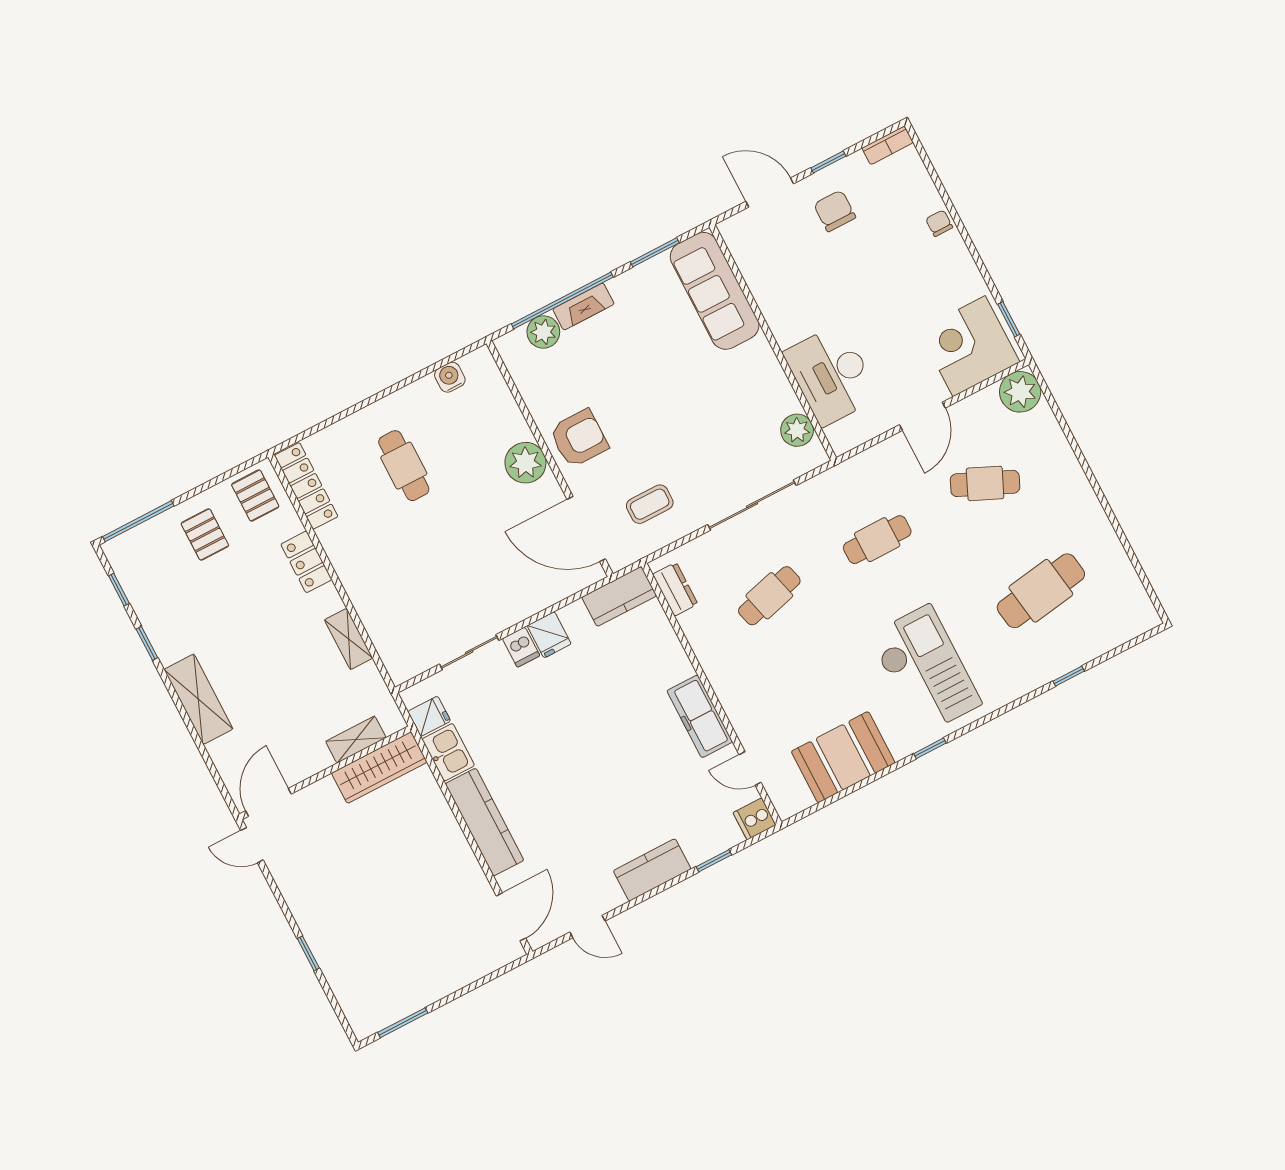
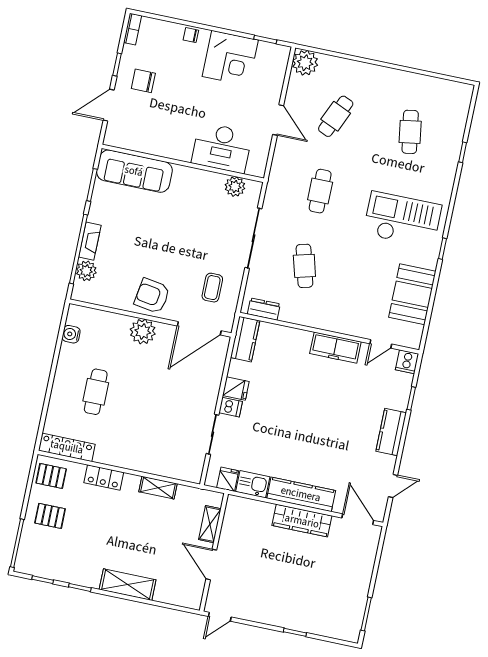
corner desk: (969, 346) -> (230, 58), moved, turned -90
armchair: (579, 438) -> (152, 296), turned -81
cafe table: (404, 466) -> (96, 392), turned 90
cafe table: (1041, 591) -> (410, 132), width x0.73, depth x0.74
wardrobe: (379, 768) -> (302, 521), moved, turned 90
door: (268, 802) -> (211, 564), moved

